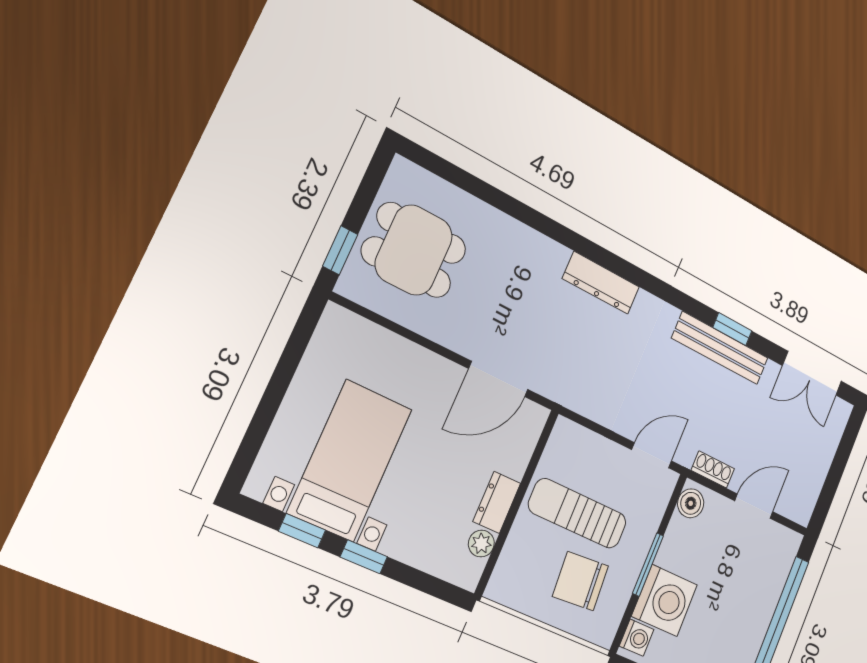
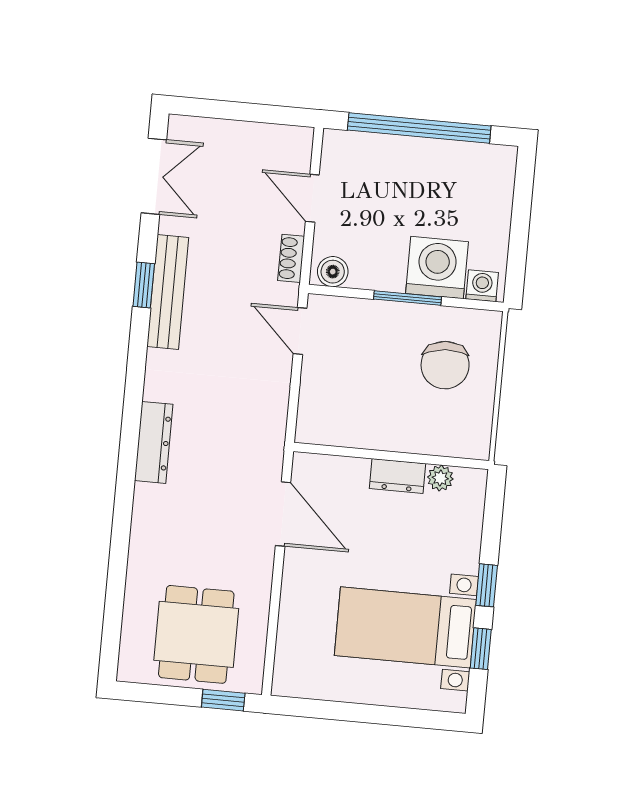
sun lounger: (578, 513) -> (382, 390), removed

